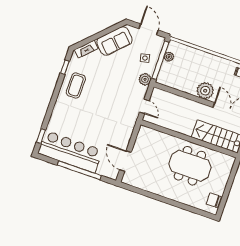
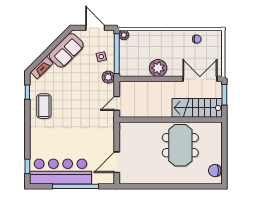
plant: (169, 57) -> (124, 35), moved
plant: (205, 91) -> (158, 68), moved
door: (144, 106) -> (117, 103), swing flipped
door: (125, 161) -> (117, 162), hinge flipped
meeting table: (190, 166) -> (180, 145), turned 90

